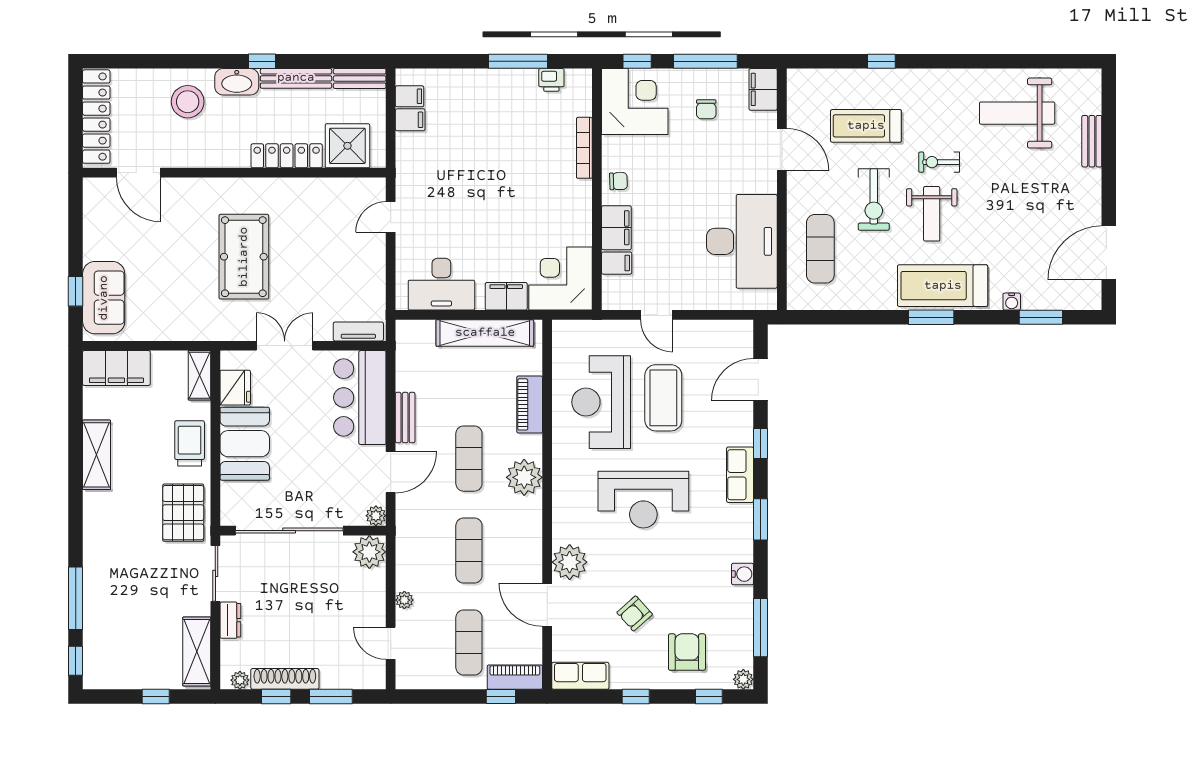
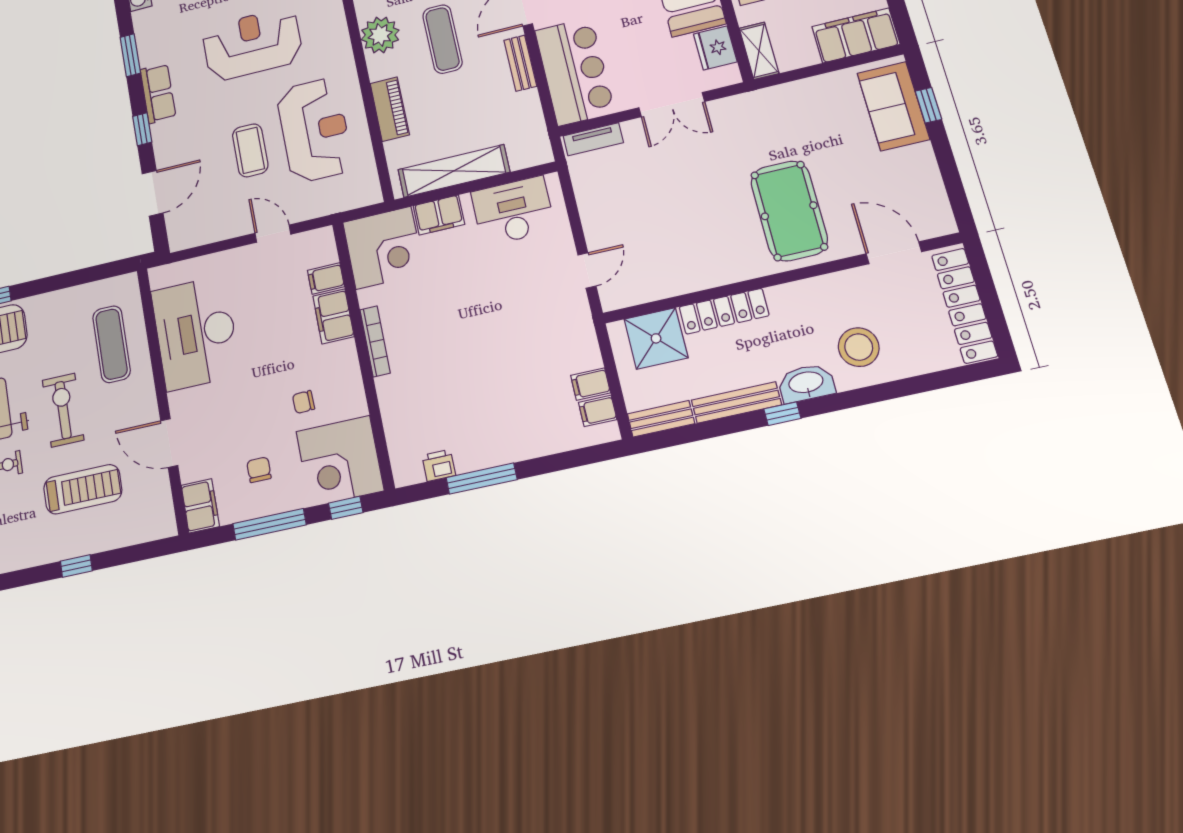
bookcase: (584, 148) -> (375, 341), moved
chair: (618, 181) -> (304, 402), moved
pool table: (244, 257) -> (789, 211), moved
coffee table: (663, 398) -> (250, 150), width x0.73, depth x0.76

